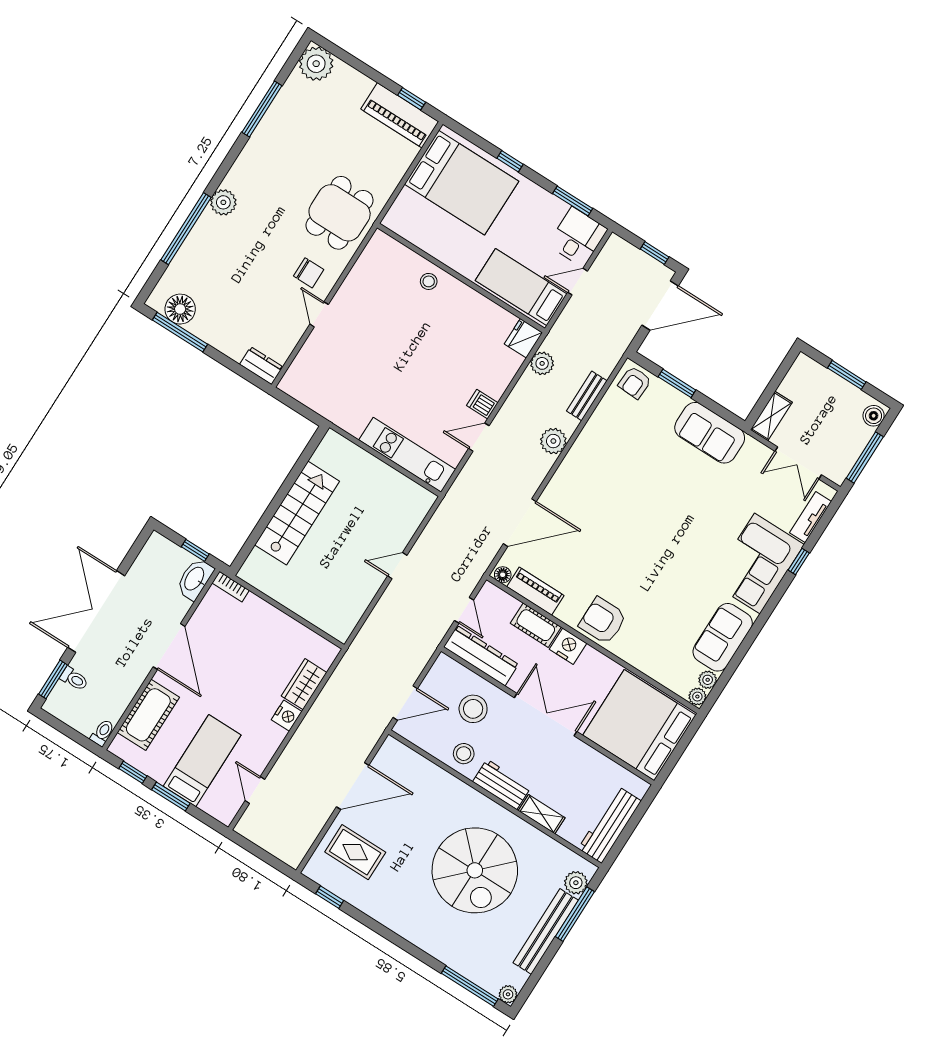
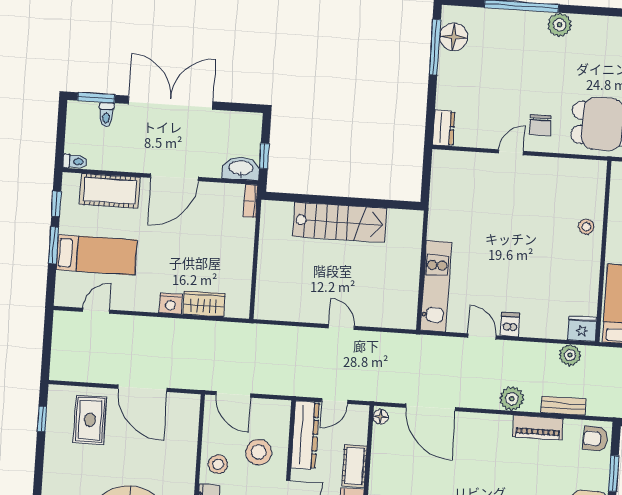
piano: (535, 591) -> (538, 428), moved, turned 90

